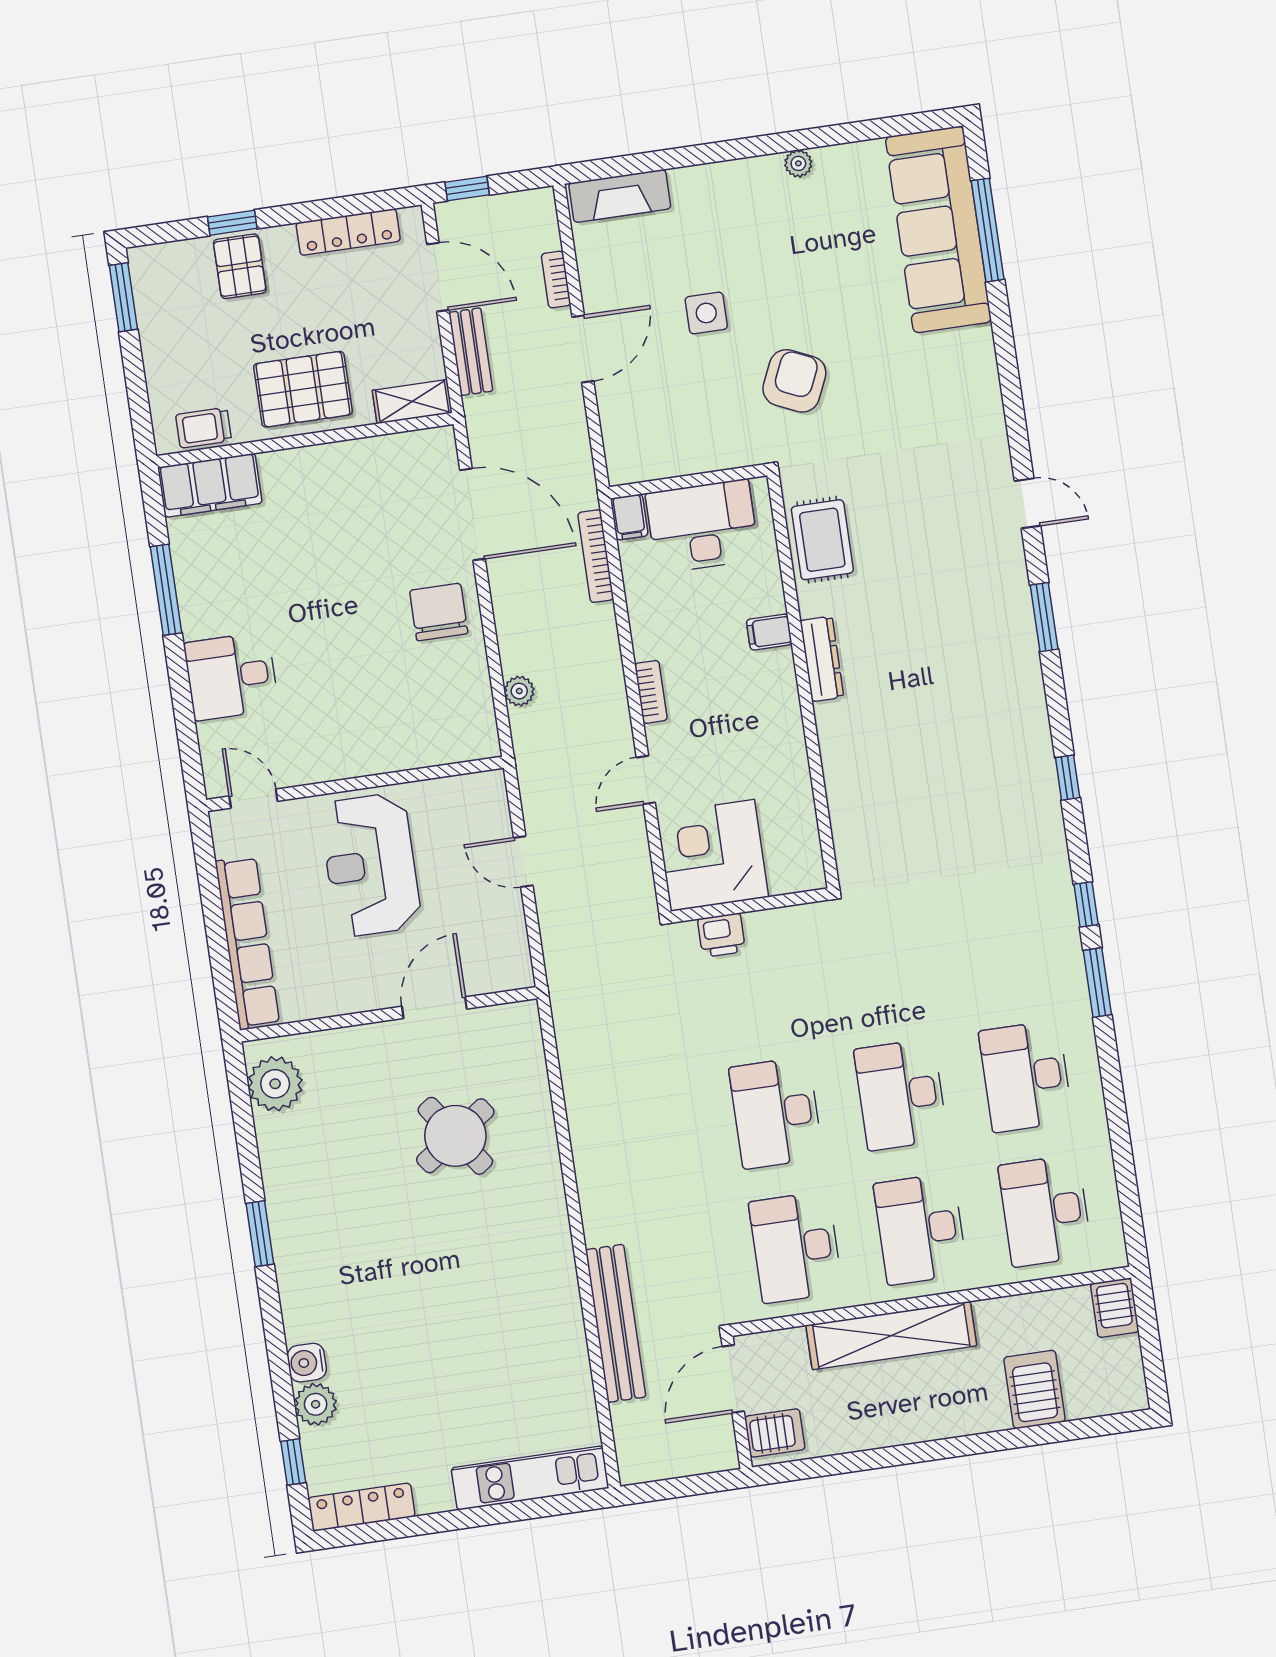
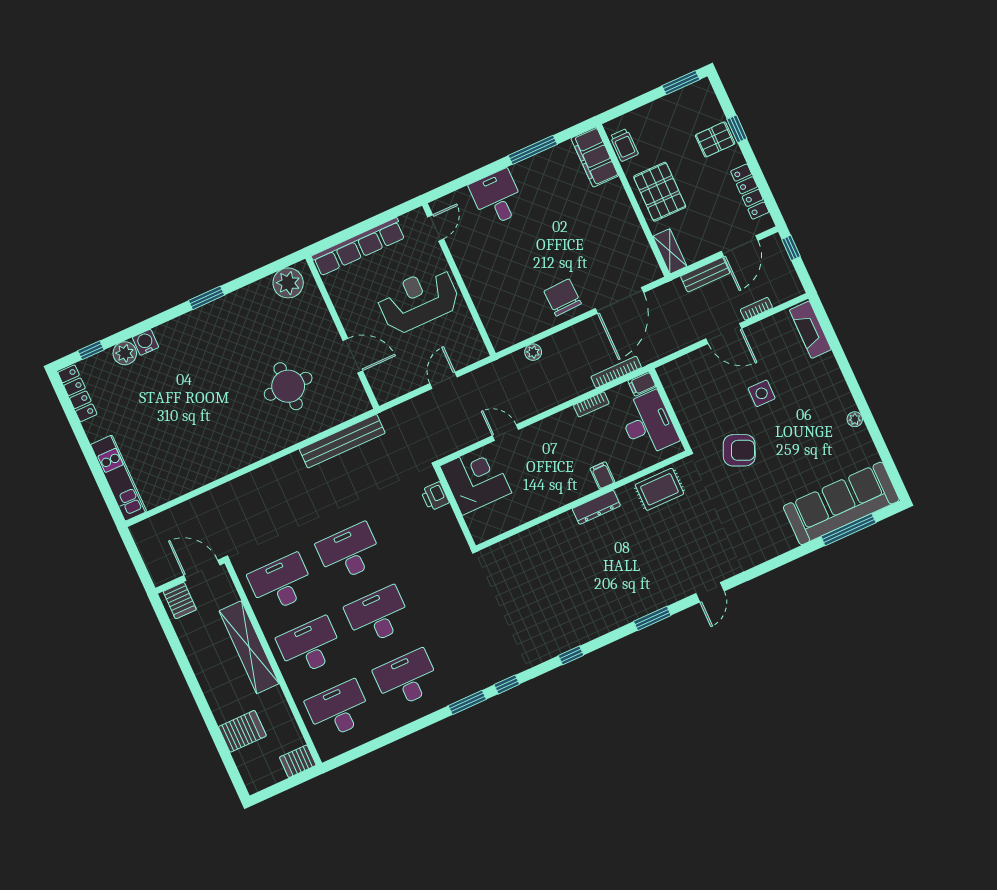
trolley: (204, 428) -> (624, 145), turned 180
chair: (439, 612) -> (563, 297), turned -92
bookcase: (651, 692) -> (591, 404), moved
round table: (455, 1136) -> (288, 386), turned 35
bench: (616, 1323) -> (342, 441), moved

